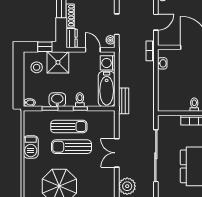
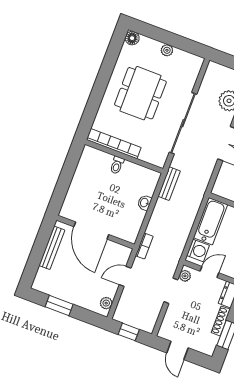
door: (93, 50) -> (209, 272), swing flipped
washbasin: (162, 63) -> (145, 203), moved
bench: (124, 101) -> (169, 184), moved

